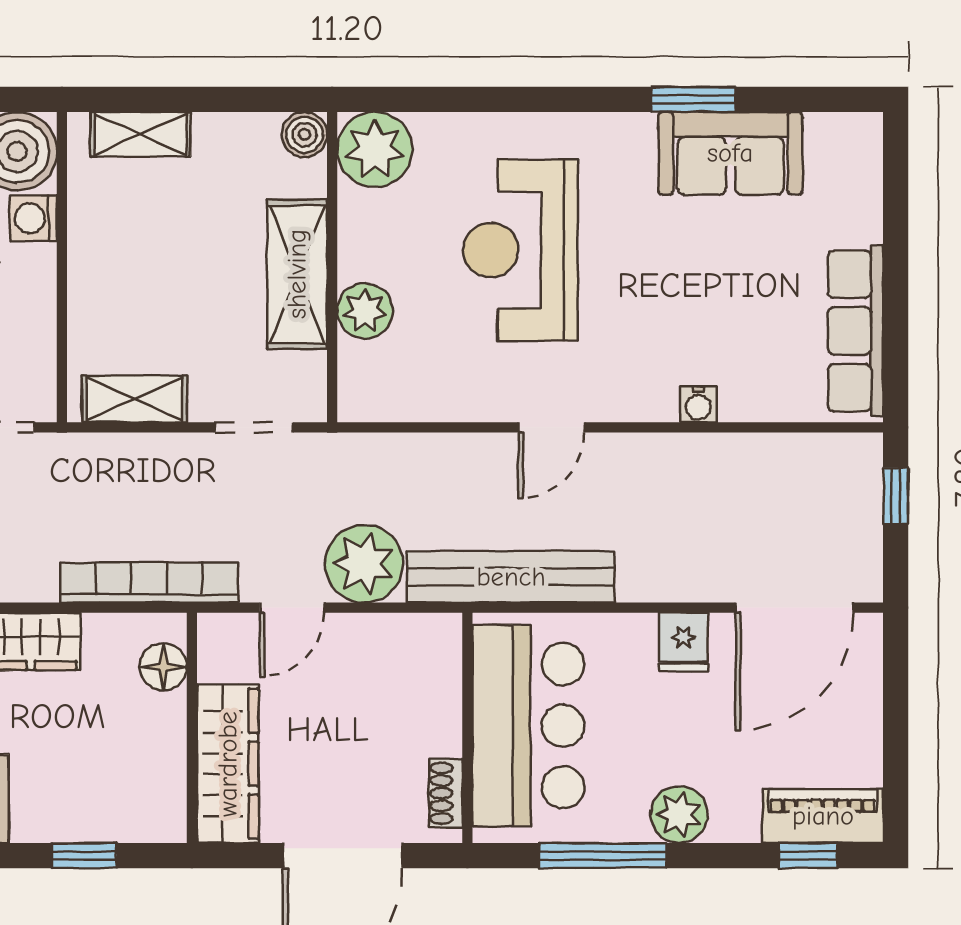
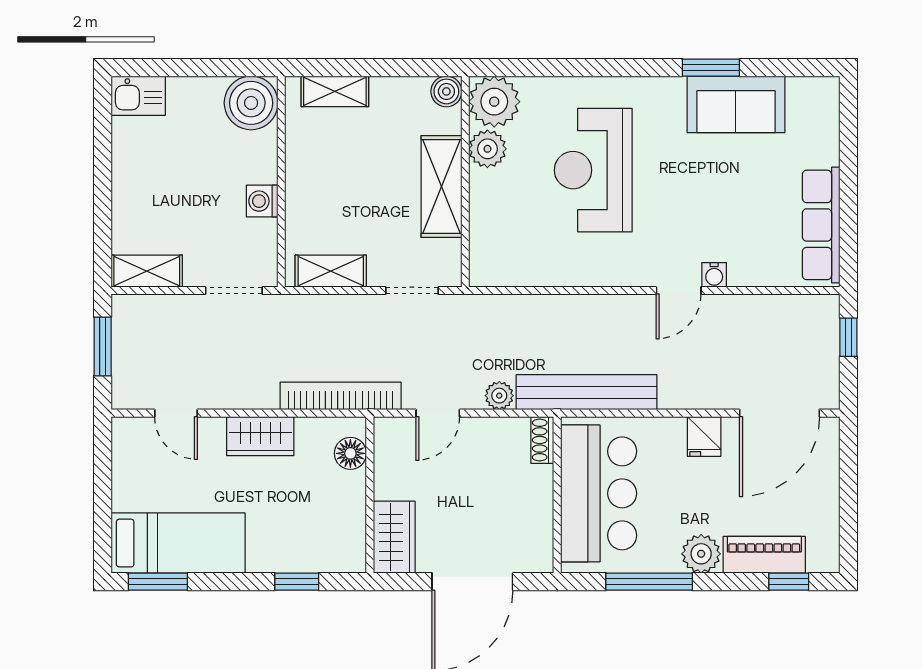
washing machine: (33, 218) -> (262, 201), moved
plant: (365, 311) -> (487, 149), moved
door: (551, 427) -> (679, 291), moved
plant: (364, 564) -> (499, 396), width x0.53, depth x0.53
wardrobe: (228, 764) -> (394, 537), width x0.67
shoe rack: (446, 793) -> (542, 440), moved
piano: (823, 816) -> (764, 555), moved

